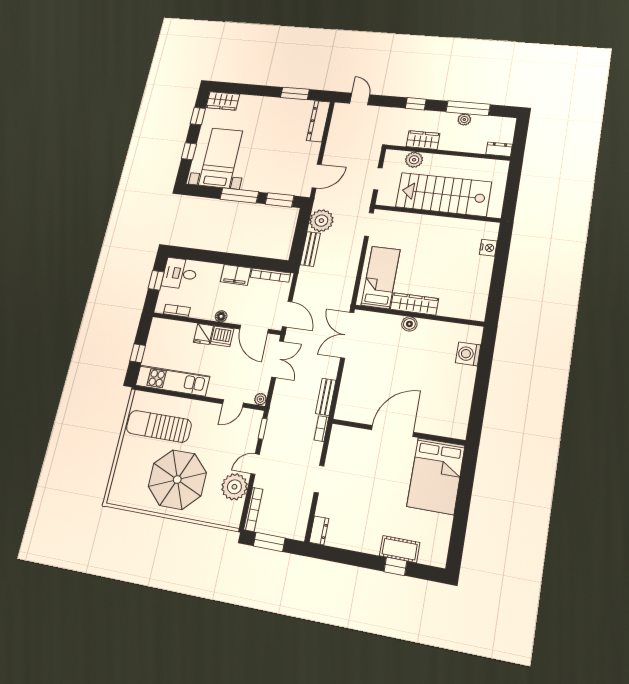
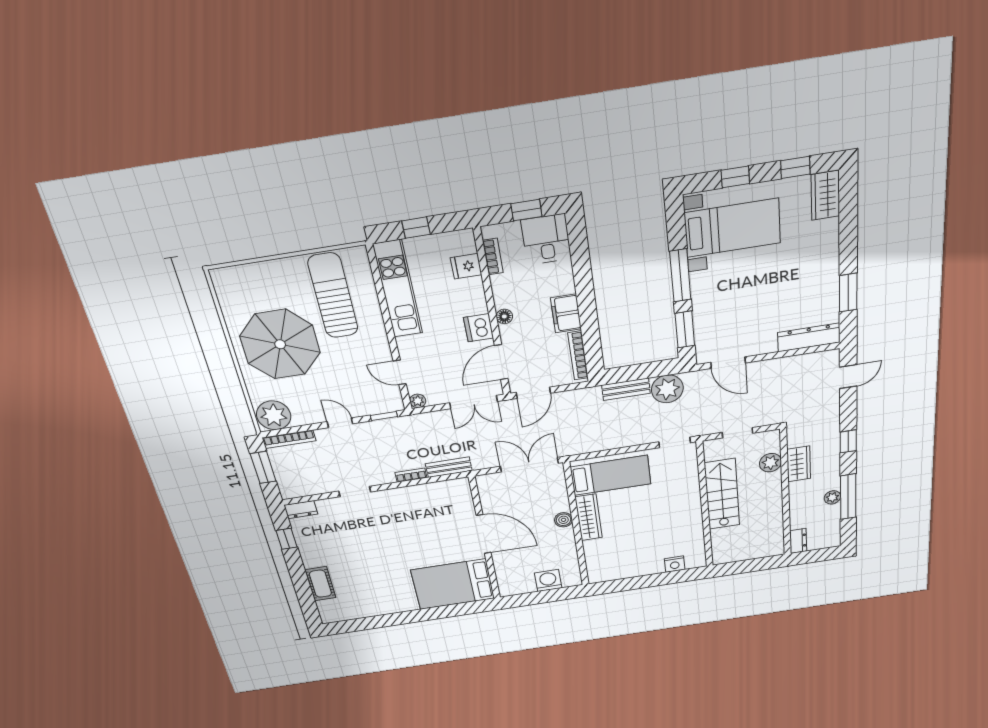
stairs: (443, 194) -> (722, 494), width x0.73, depth x0.66
fridge: (203, 334) -> (466, 266), moved
door: (393, 431) -> (484, 534), moved
wall: (398, 432) -> (485, 539), moved
bed: (436, 476) -> (453, 584), moved
plant: (234, 487) -> (274, 415), moved
window: (395, 566) -> (287, 539), moved

